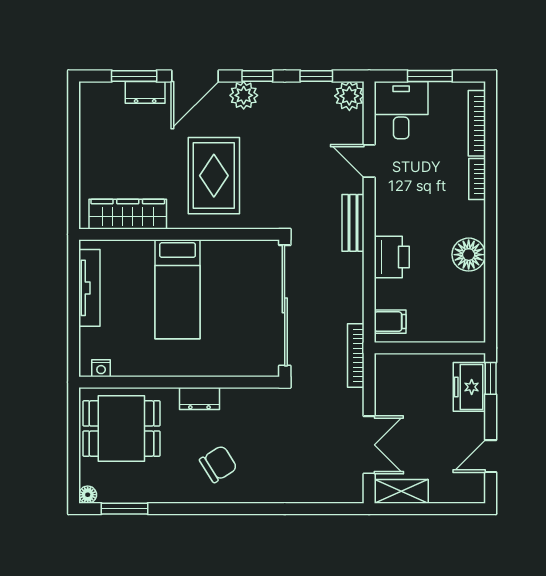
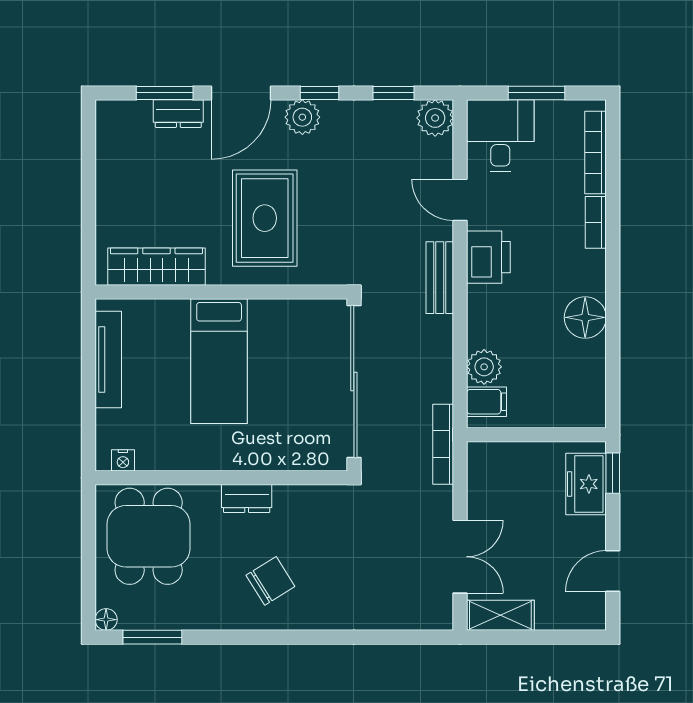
printer: (392, 257) -> (488, 257), moved
plant: (388, 294) -> (484, 367), added
dining table: (121, 429) -> (149, 536), turned 90

